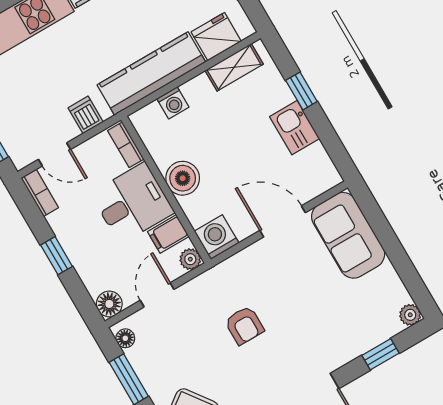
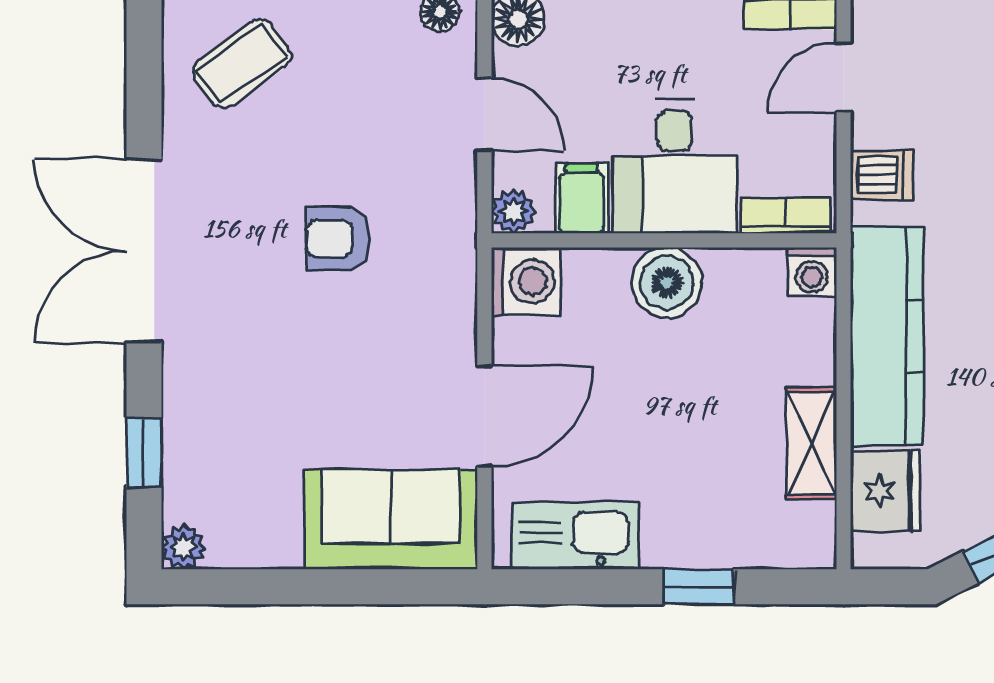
shelving: (234, 67) -> (812, 443), moved
washing machine: (173, 103) -> (812, 272), moved, turned -90
kitchen sink: (295, 128) -> (575, 536), moved, width x1.38

